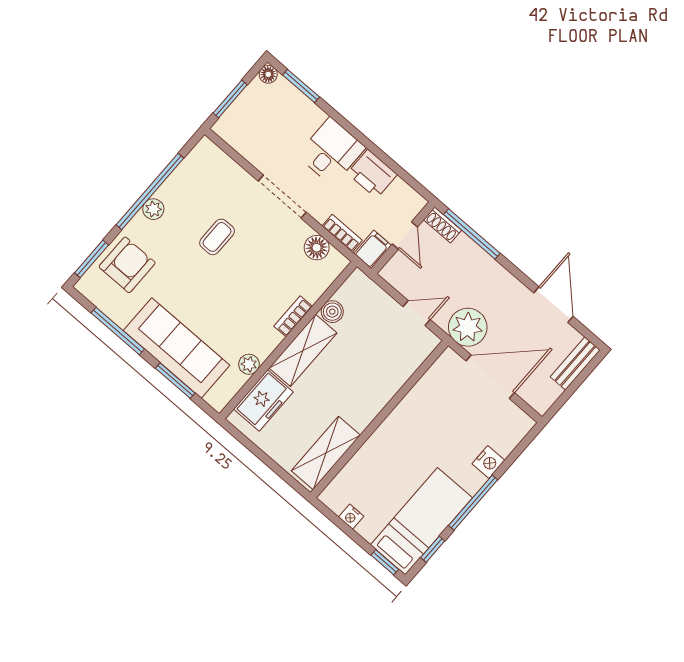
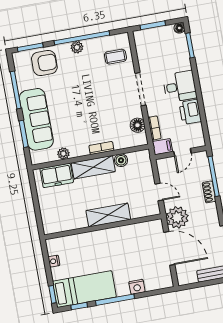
shoe rack: (443, 225) -> (209, 192), moved
coffee table: (217, 237) -> (115, 57), moved
shelving: (326, 453) -> (108, 215), moved

